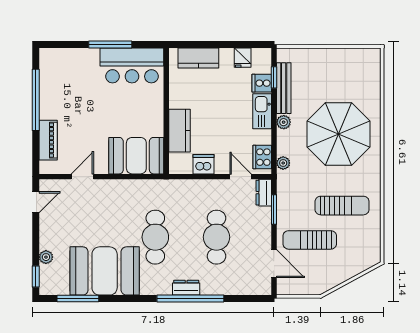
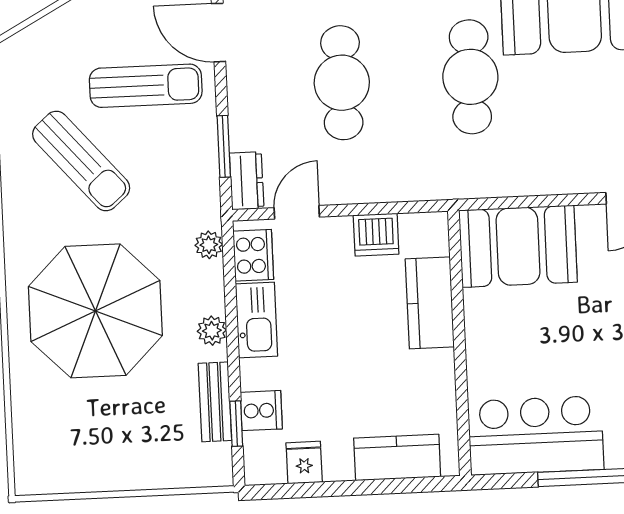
bench: (284, 88) -> (215, 402), width x0.73
kitchen sink: (262, 111) -> (256, 320), moved
door: (241, 177) -> (297, 212), swing flipped
sun lounger: (342, 206) -> (81, 161), turned -131

